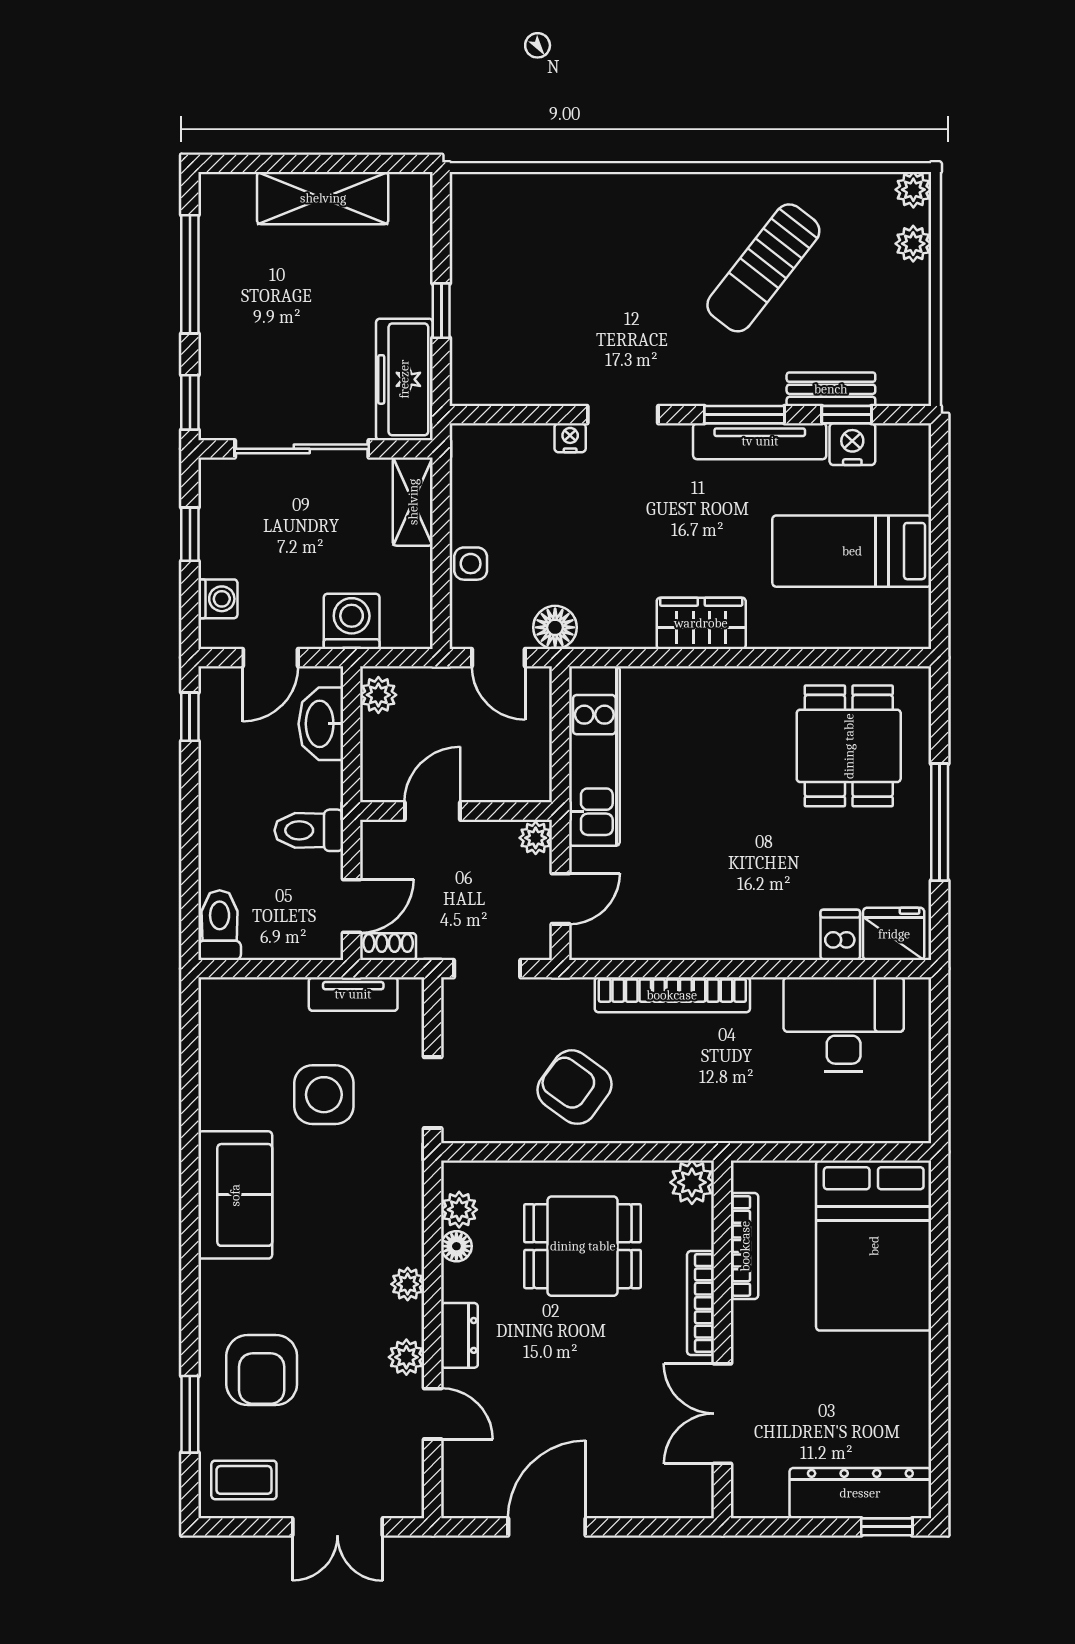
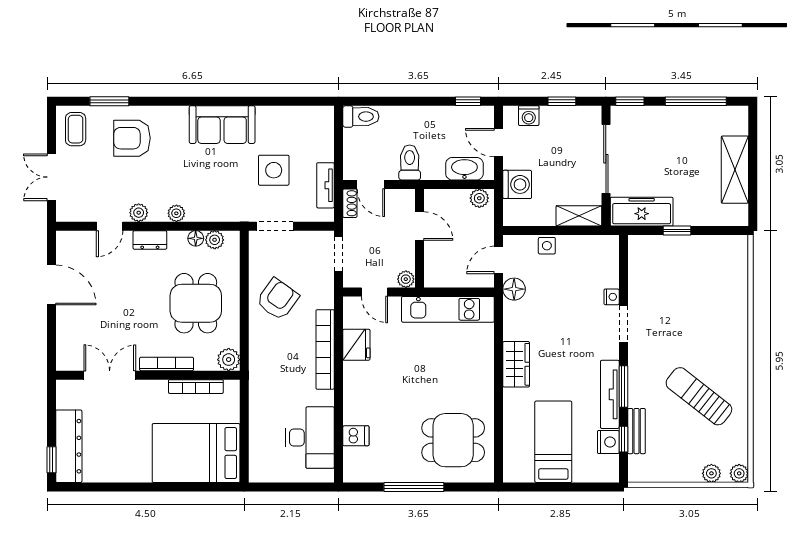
fridge: (894, 934) -> (356, 345), moved

